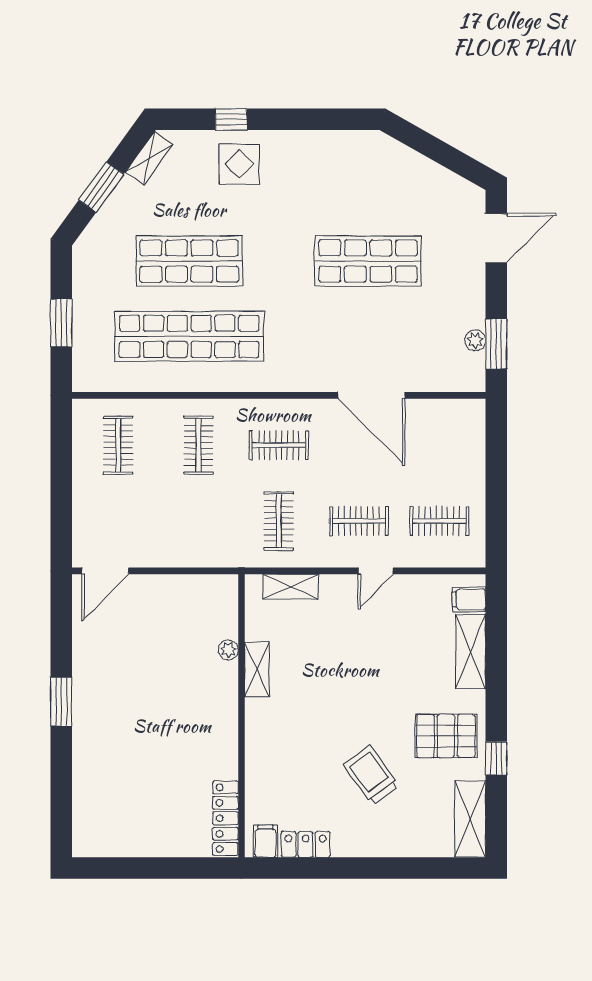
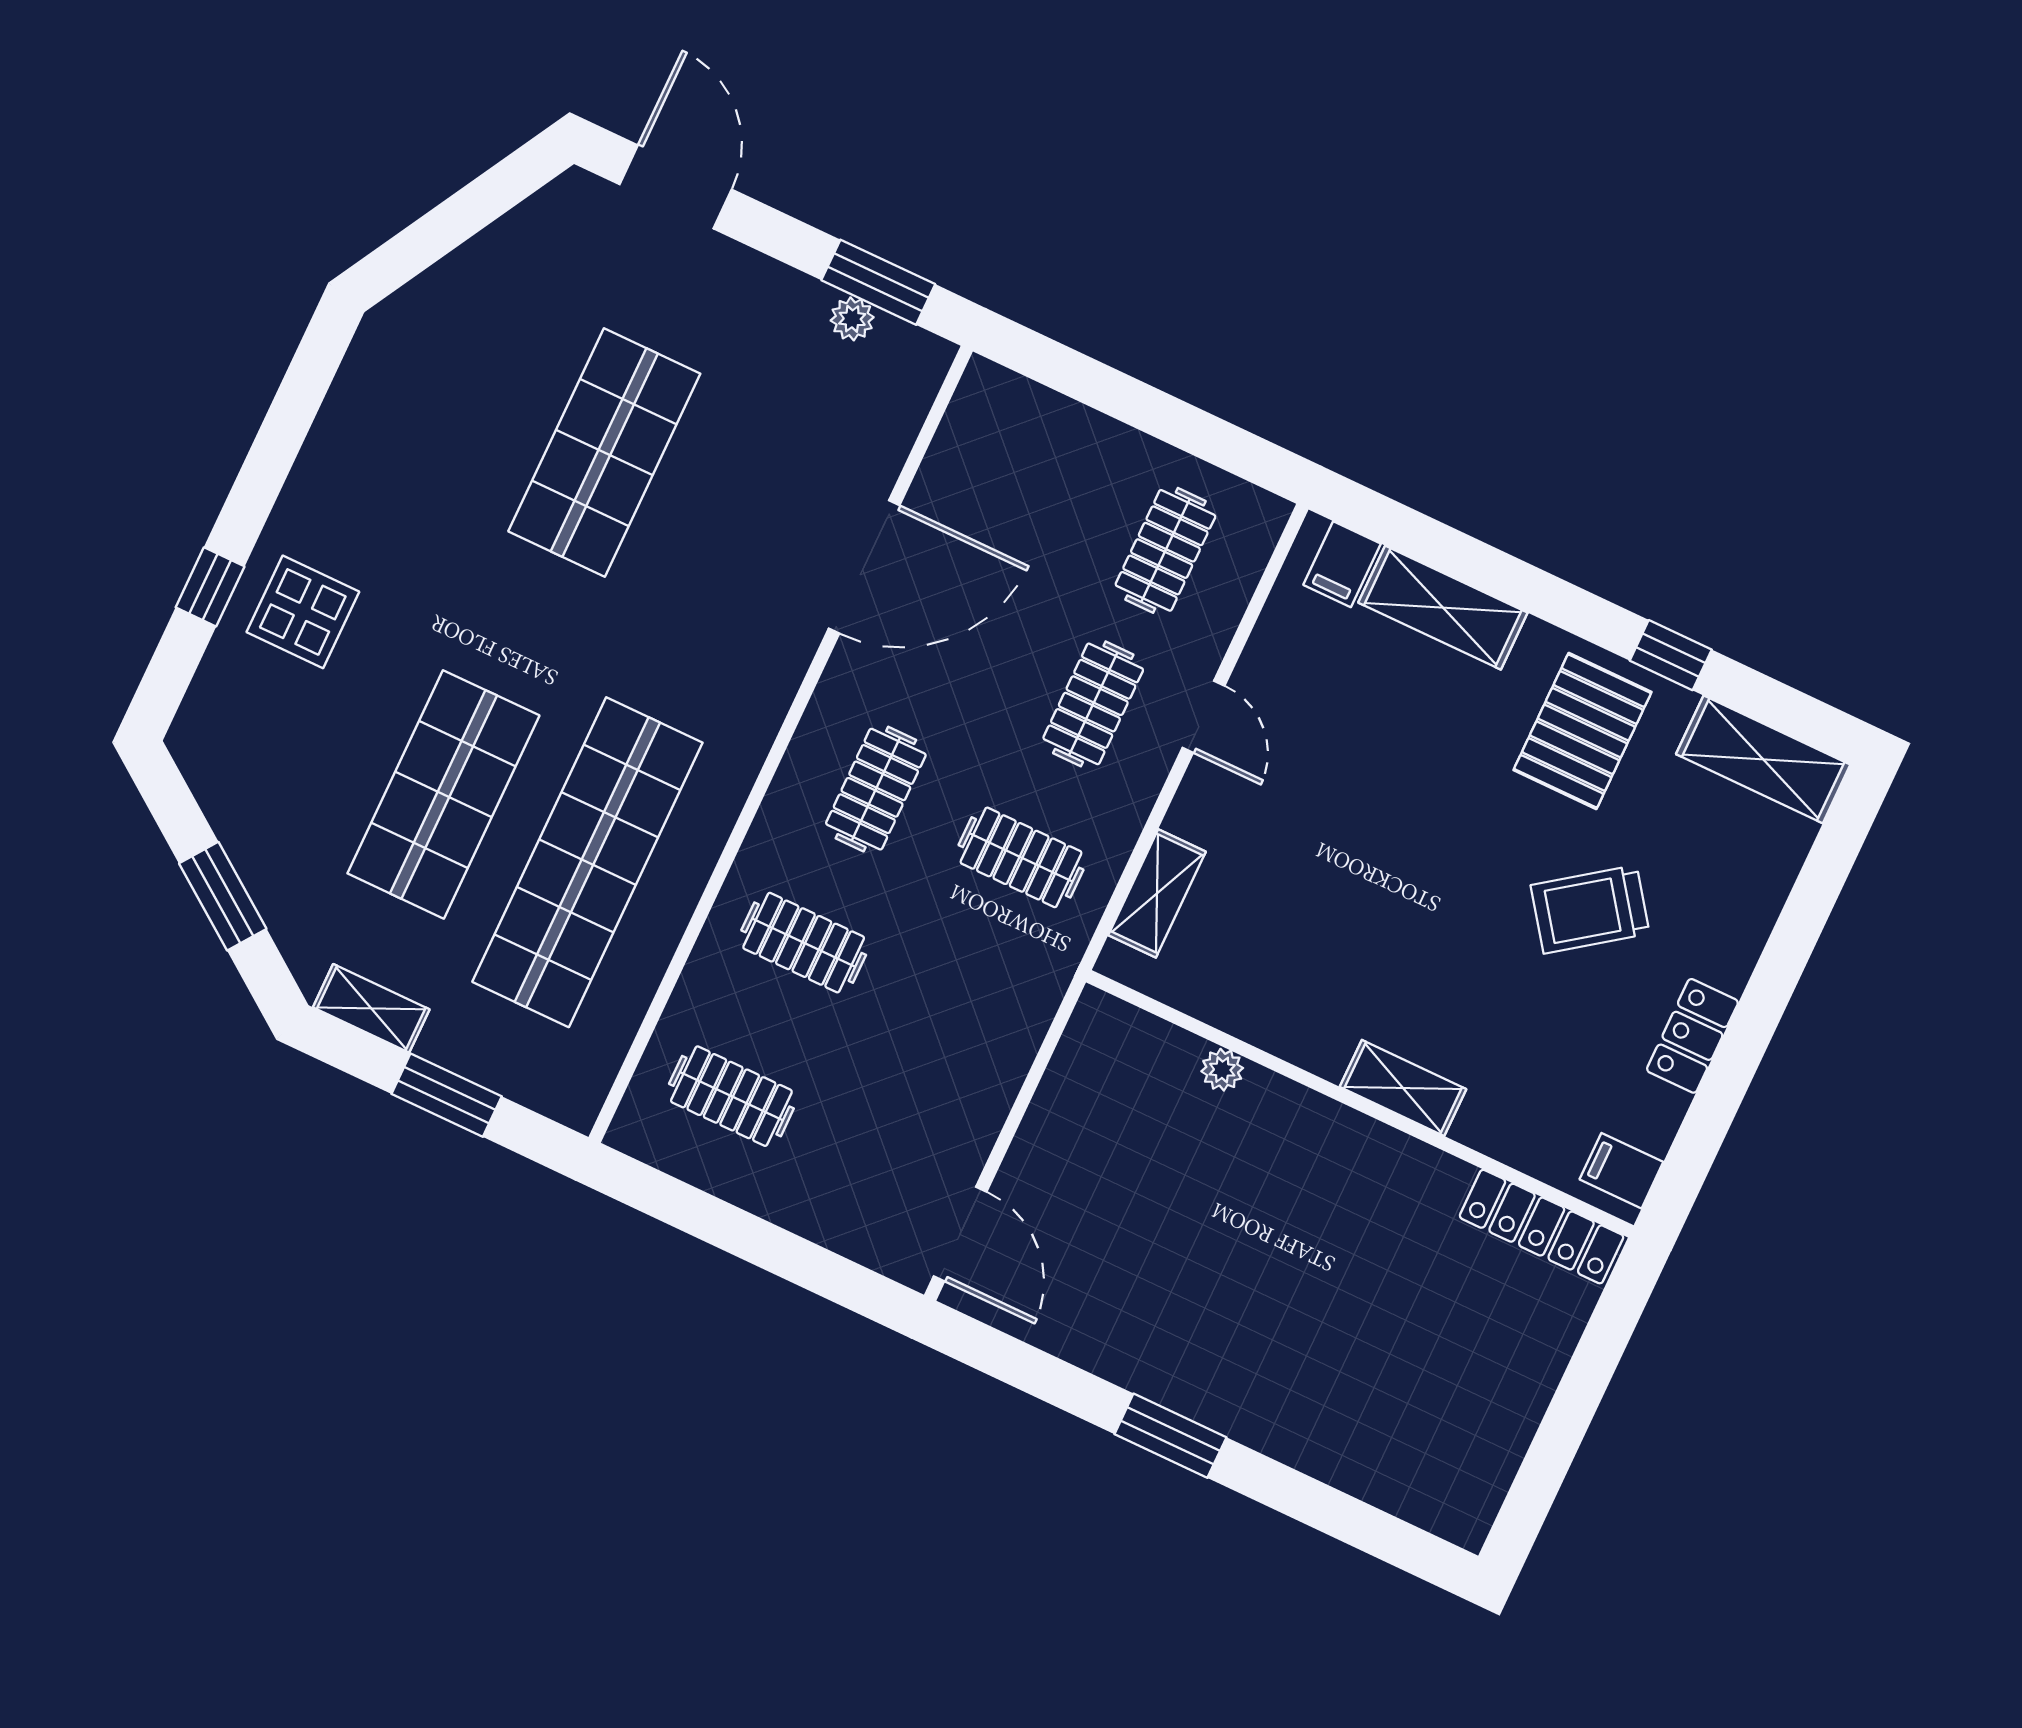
shelving: (149, 158) -> (371, 1008), moved, turned -36
shelving: (257, 669) -> (1403, 1088), moved
locker: (306, 844) -> (1692, 1036), moved

